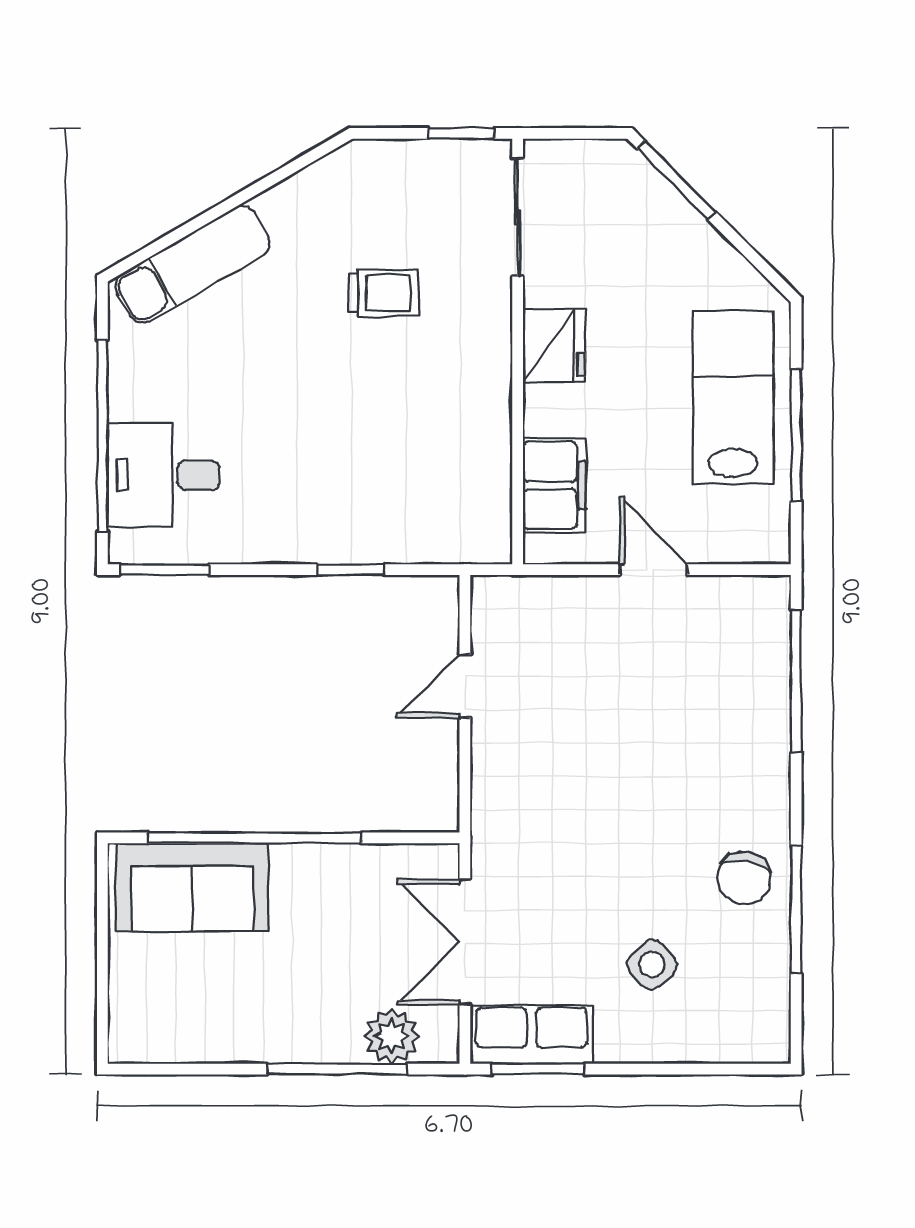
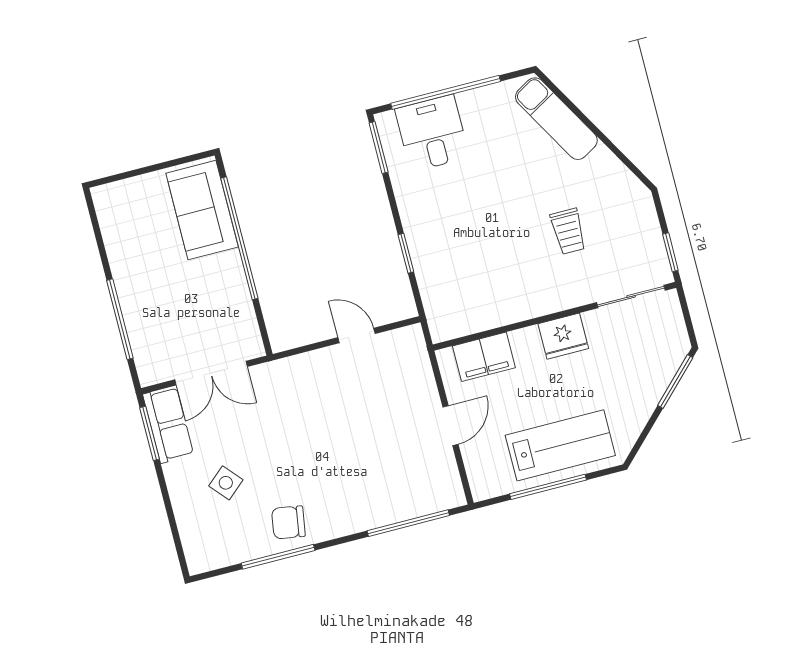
double door: (465, 942) -> (211, 373), swing flipped
plant: (392, 1036) -> (147, 345), removed

